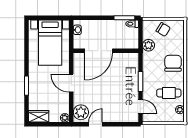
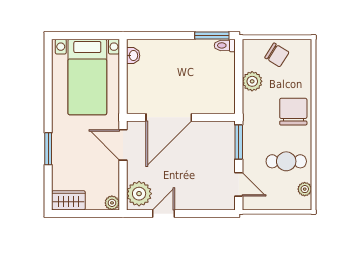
door: (99, 51) -> (169, 117), moved
wall: (106, 51) -> (181, 117), moved

